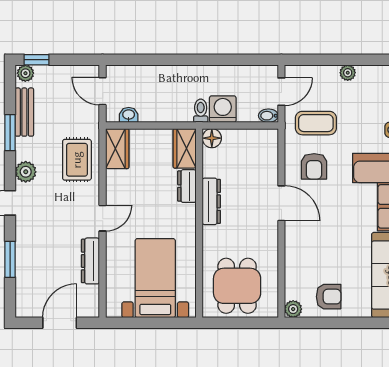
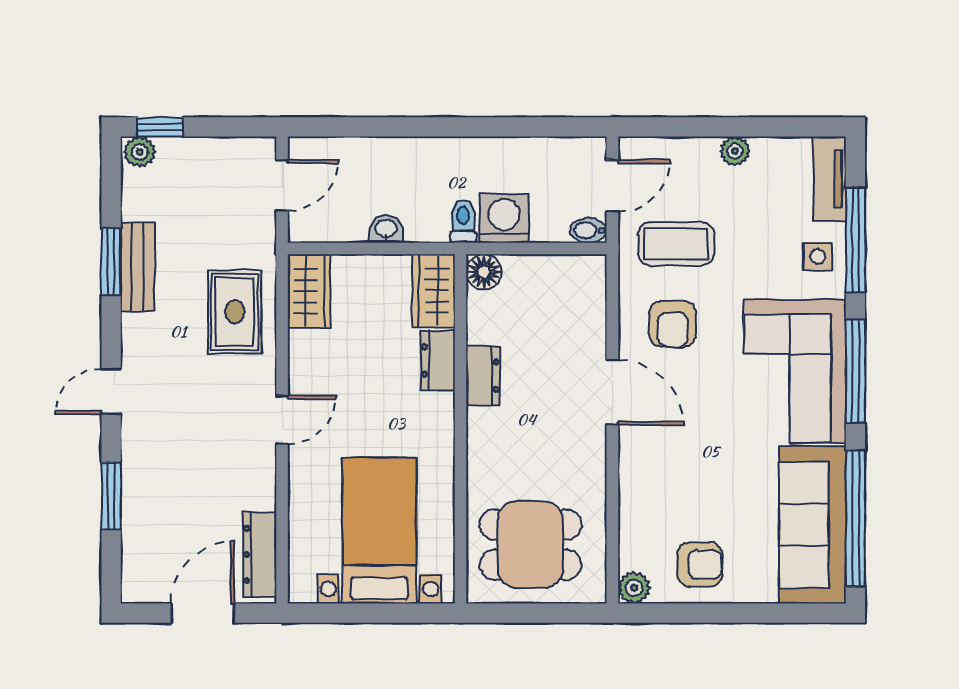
door: (103, 91) -> (282, 185), swing flipped
bench: (24, 112) -> (138, 267), moved
washbasin: (129, 115) -> (386, 229), moved
plant: (26, 172) -> (140, 334), removed
dresser: (211, 201) -> (483, 376), width x0.70
dresser: (90, 261) -> (260, 555), moved
dining table: (237, 286) -> (530, 545), turned 90

